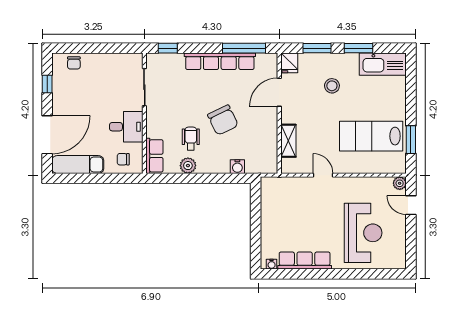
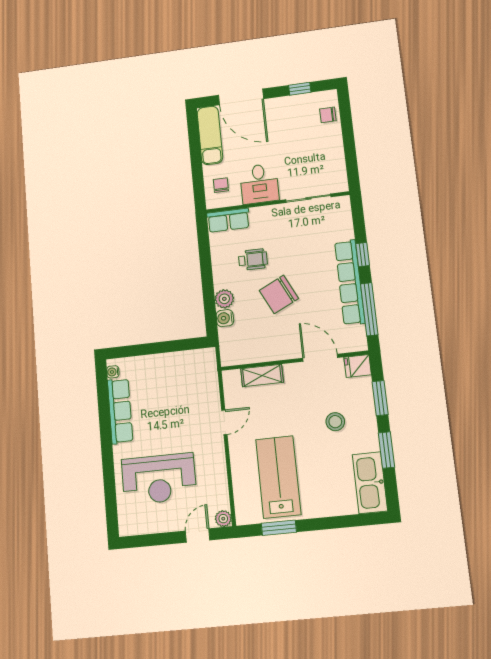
window: (168, 48) -> (363, 255), moved
plant: (188, 166) -> (224, 299), moved

